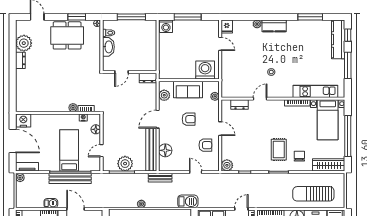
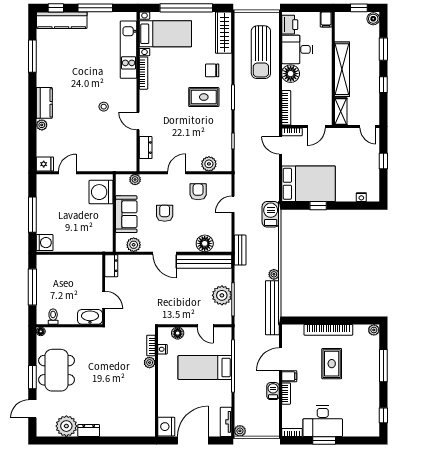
window: (77, 17) -> (32, 377), moved
washbasin: (108, 47) -> (90, 317), moved
plant: (227, 165) -> (209, 164), moved
bench: (70, 178) -> (272, 308), moved

